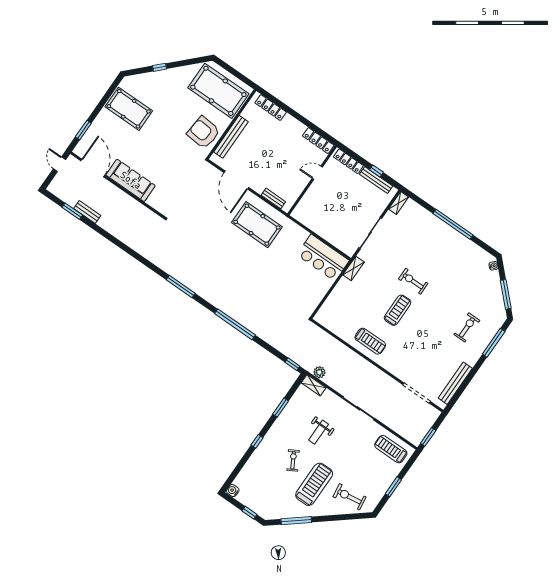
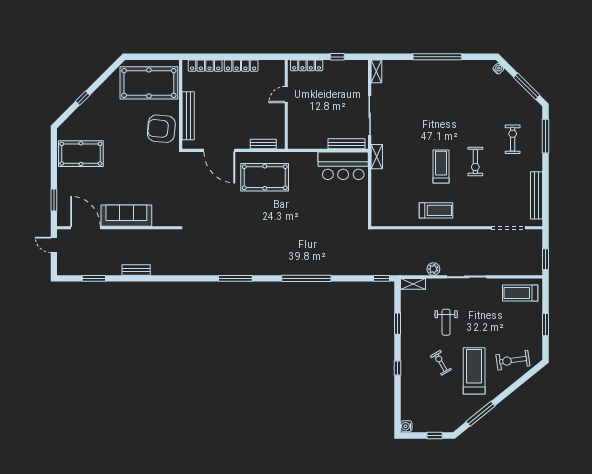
locker: (318, 141) -> (241, 66), moved
bench: (376, 180) -> (346, 144), moved
bench: (87, 212) -> (136, 270), moved
exercise bike: (413, 281) -> (475, 162), moved, turned -90
plant: (319, 372) -> (433, 269), moved

